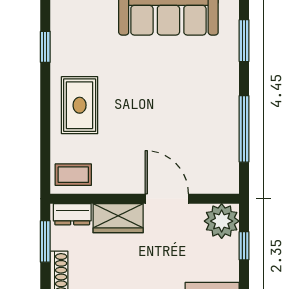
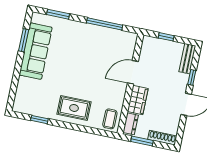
plant: (222, 221) -> (151, 46), removed

